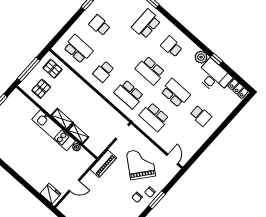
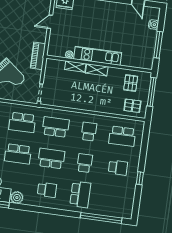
school desk: (125, 48) -> (85, 163), added
school desk: (154, 117) -> (22, 122), turned 180

